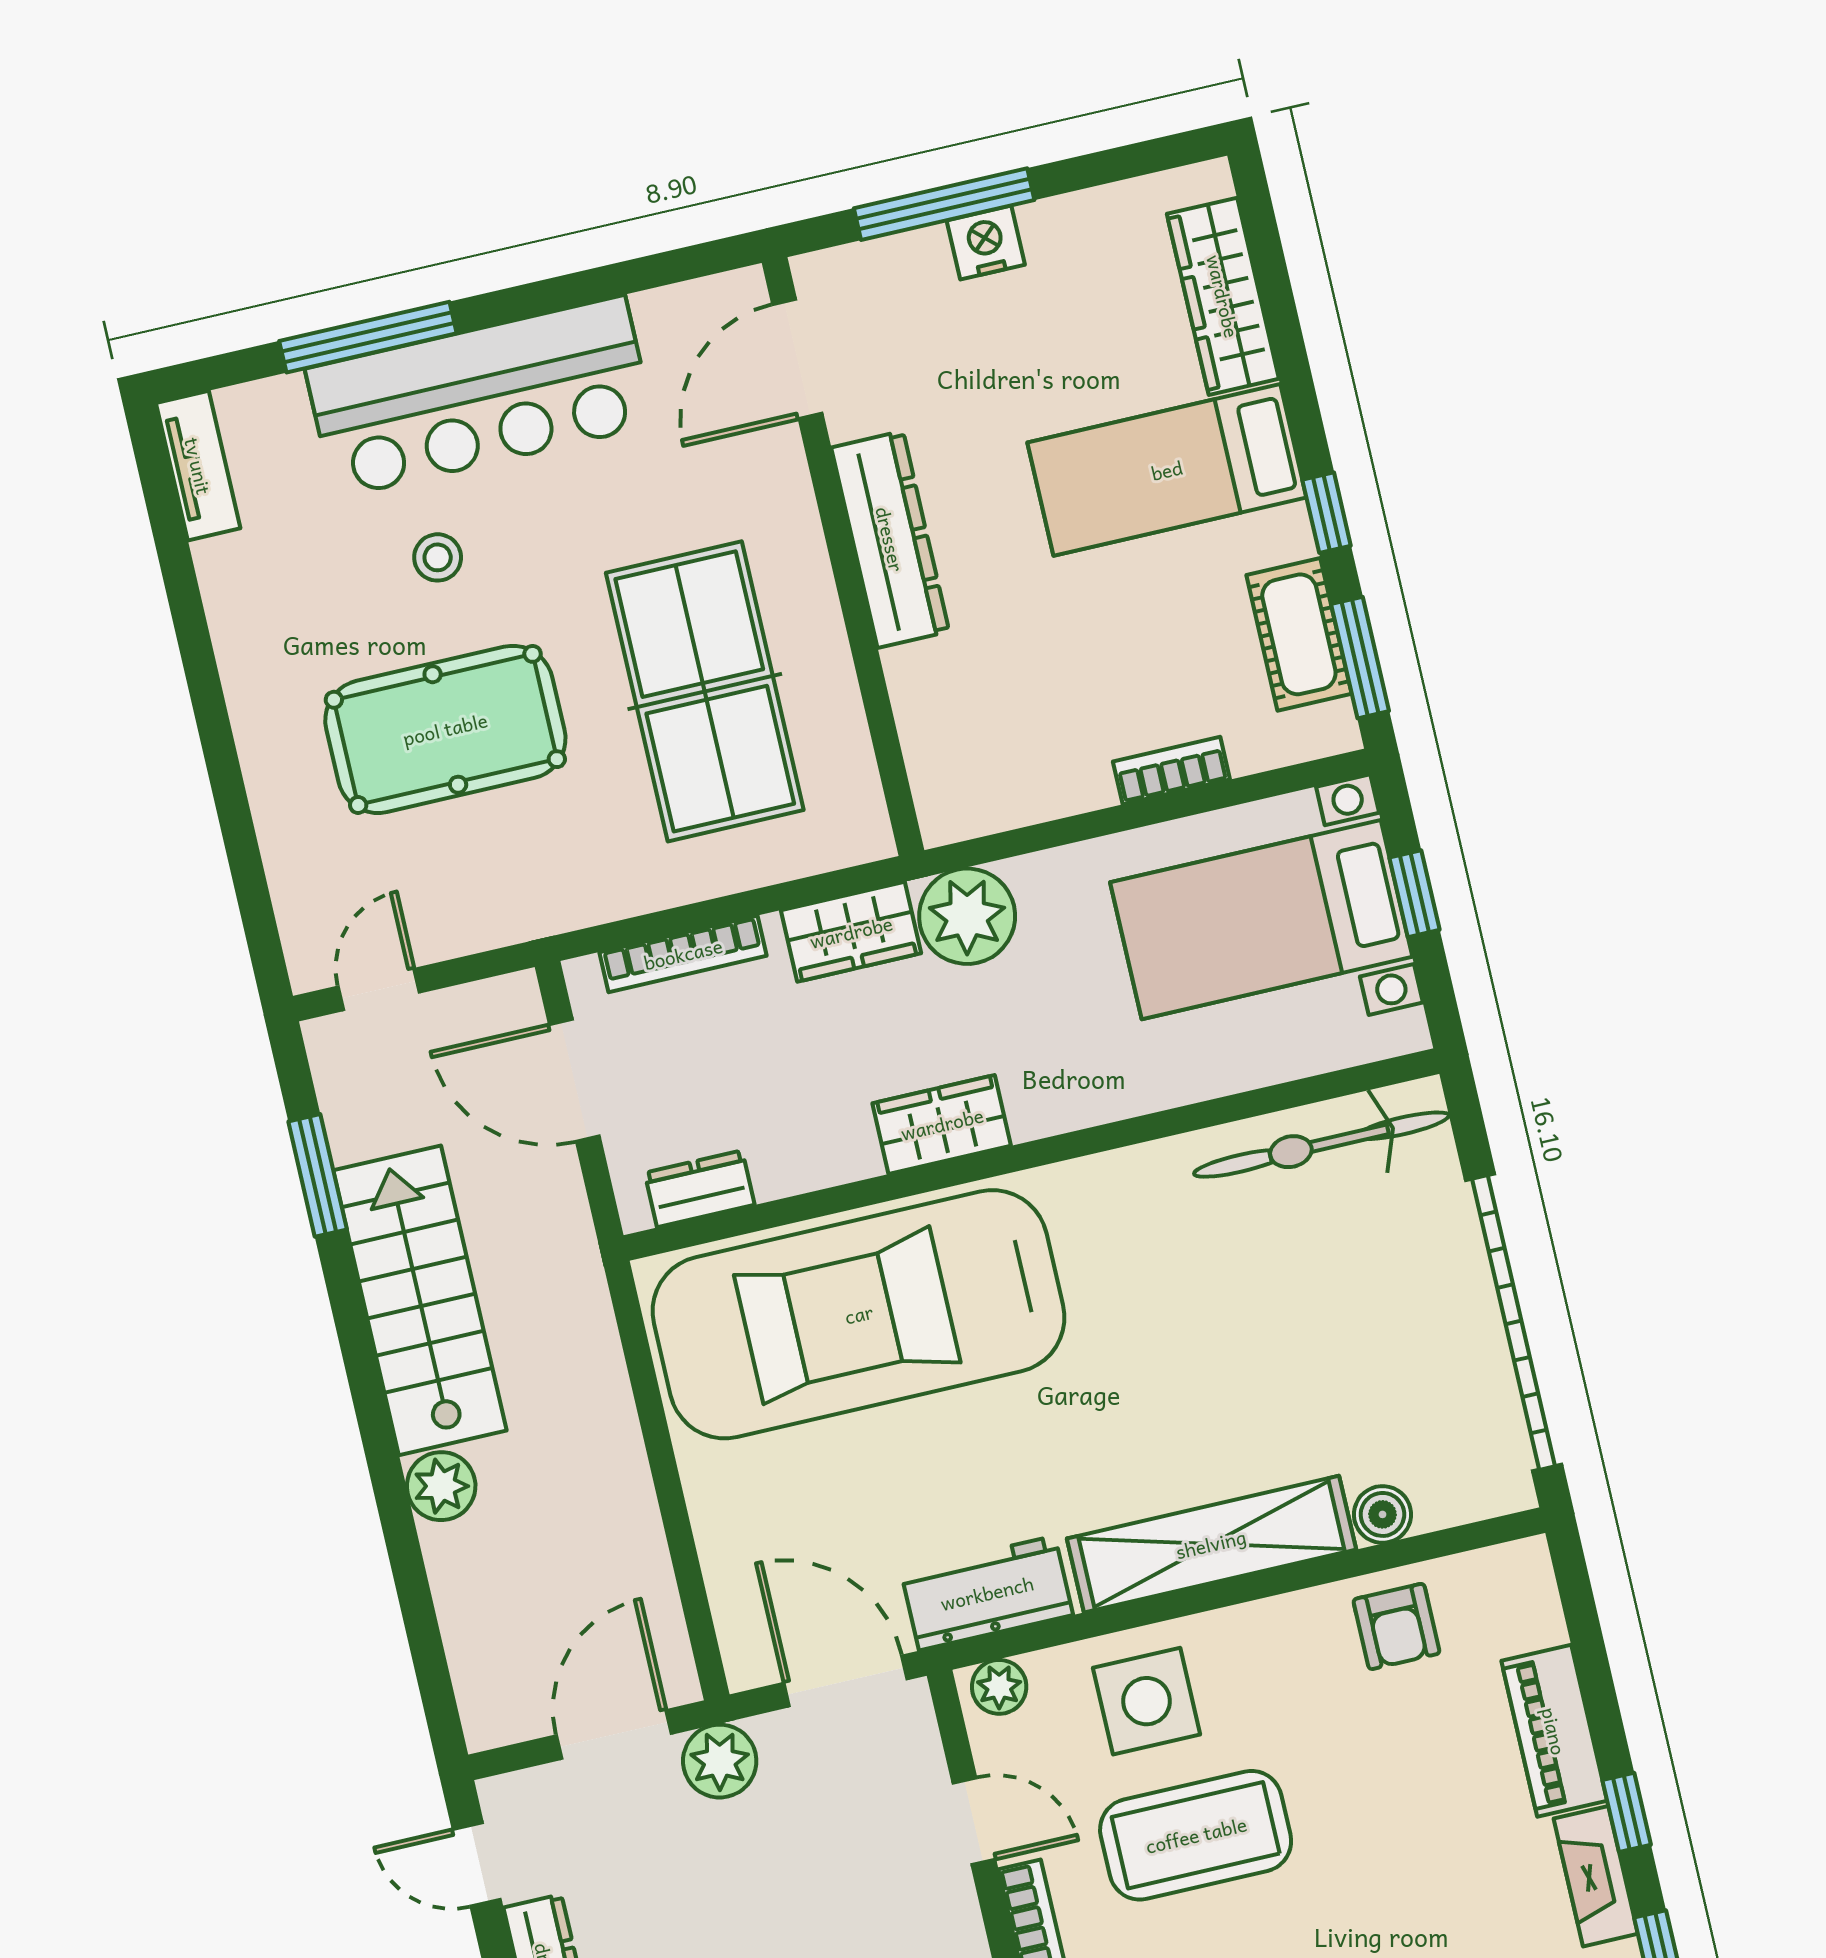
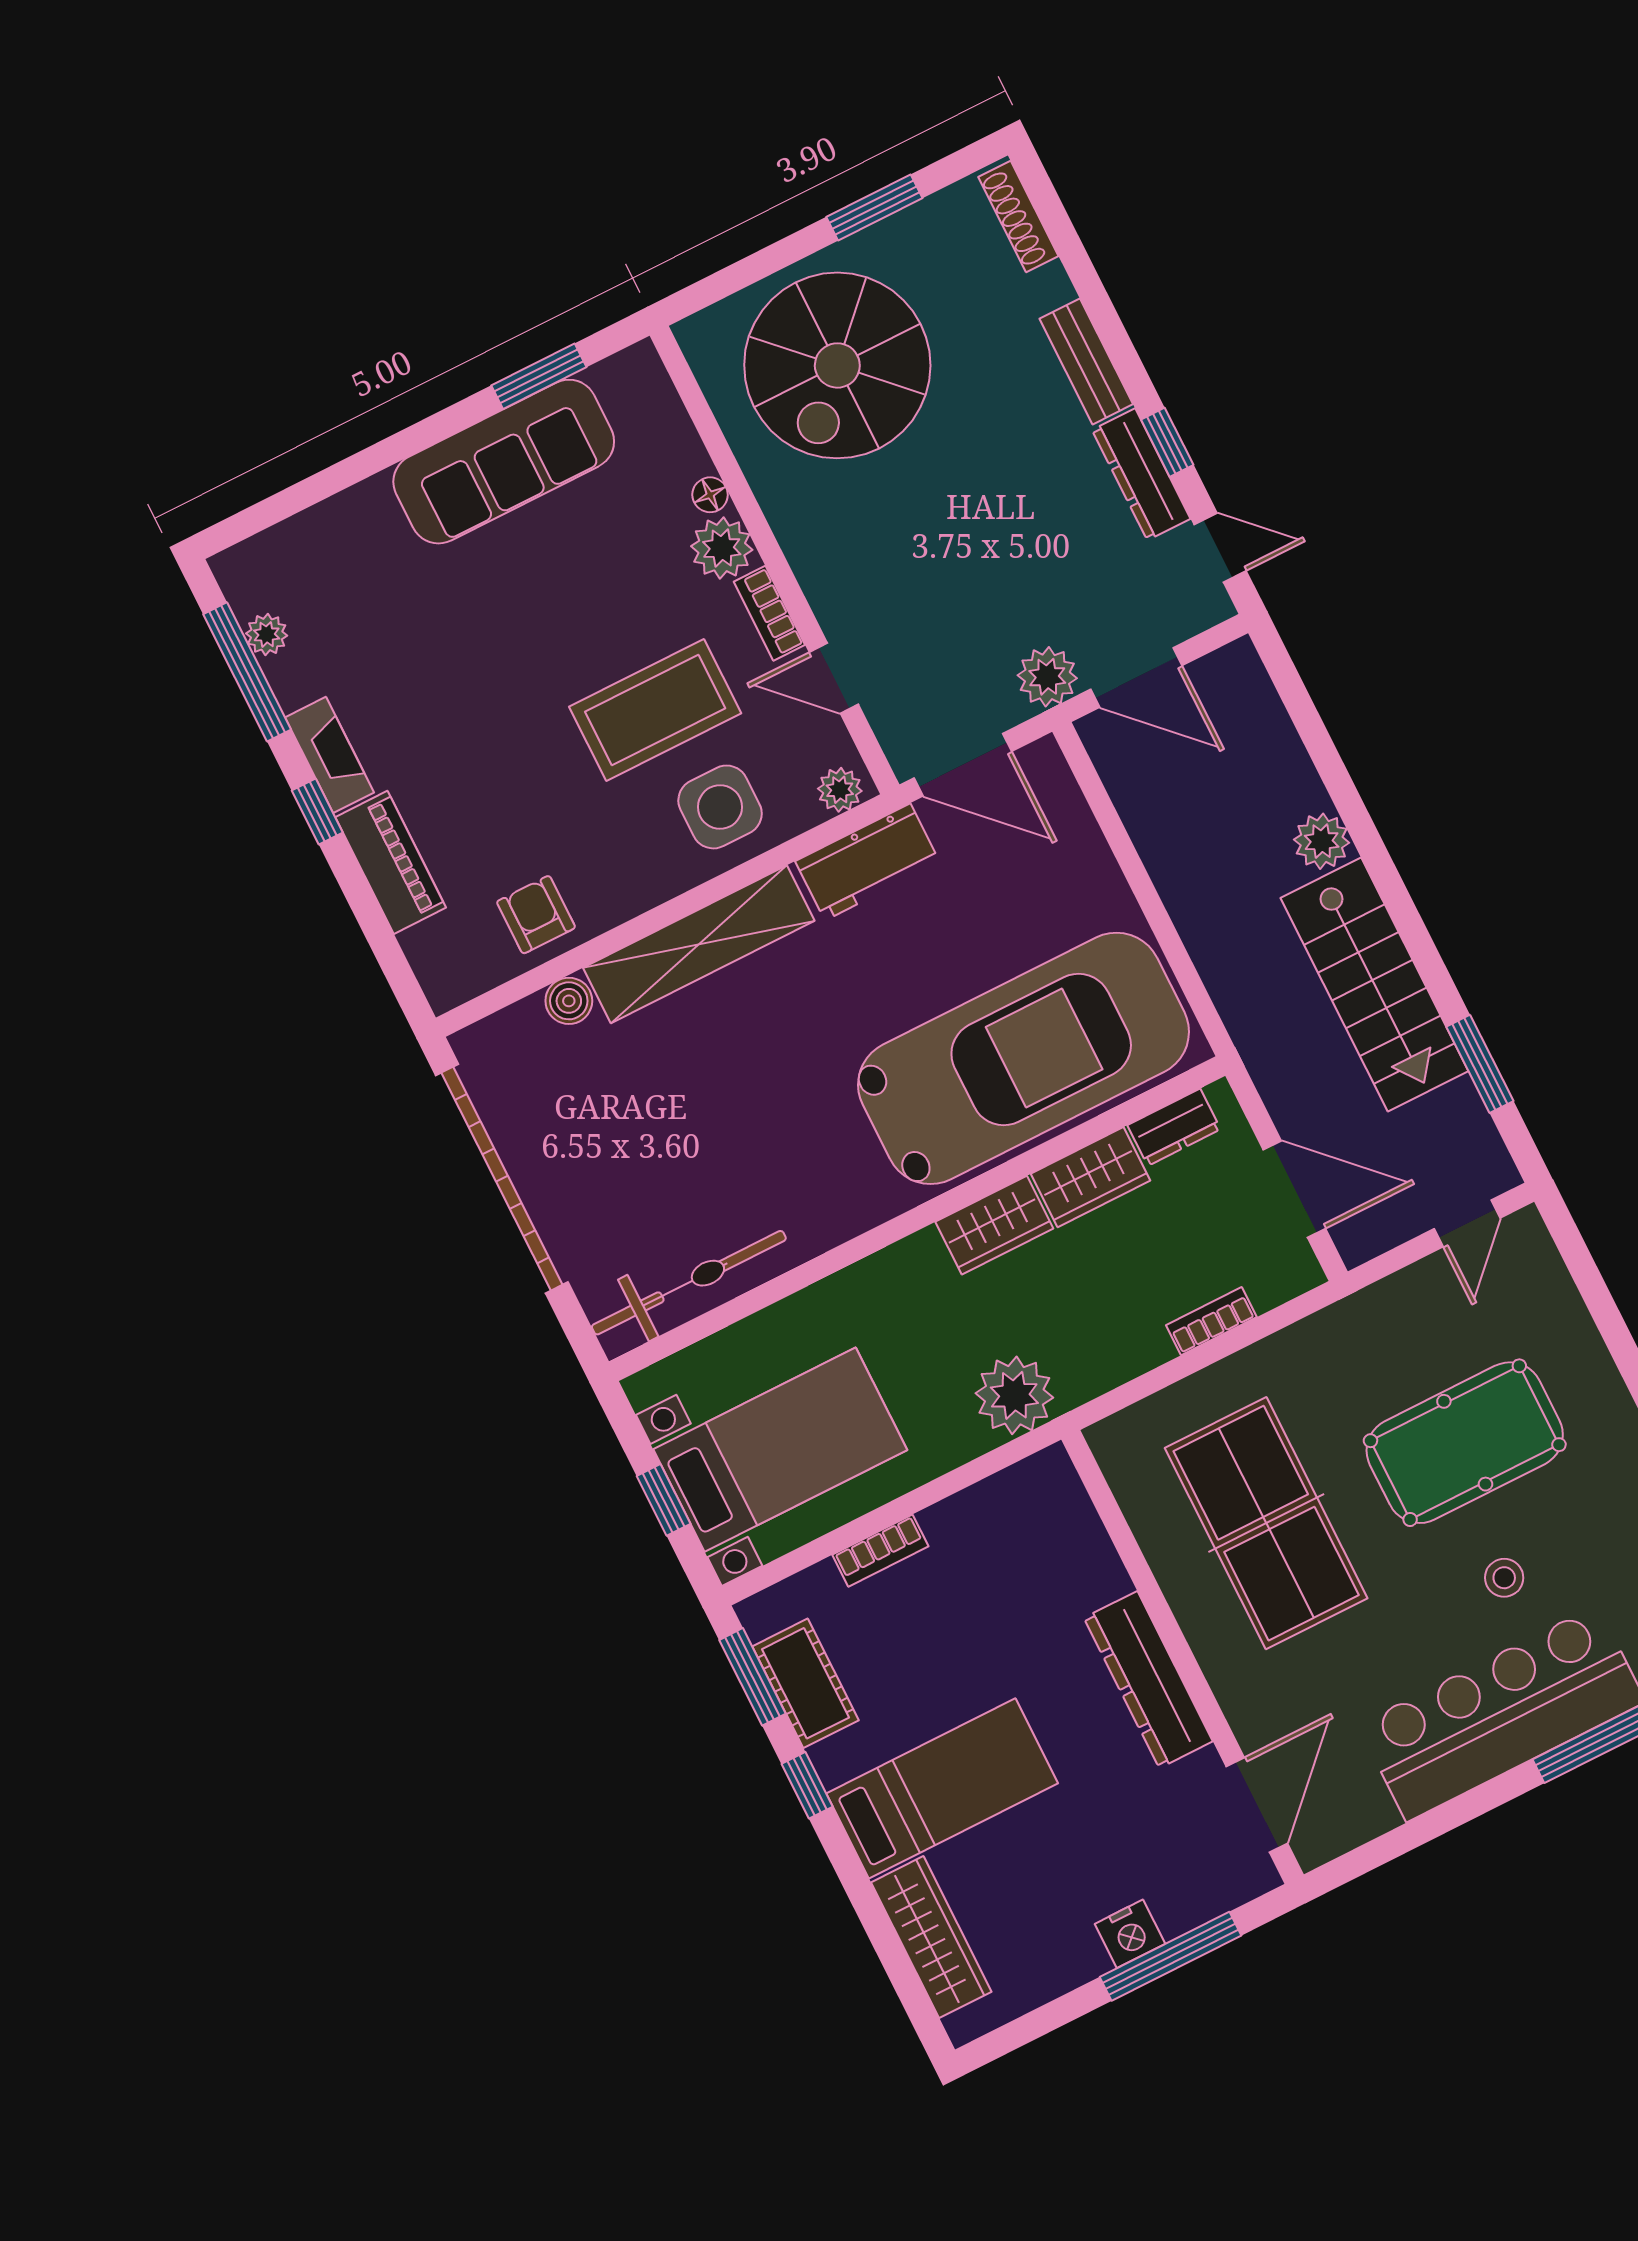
wardrobe: (851, 932) -> (1090, 1177), moved, turned 180
bookcase: (683, 954) -> (1211, 1321), width x0.64
door: (614, 1734) -> (1136, 677), hinge flipped

